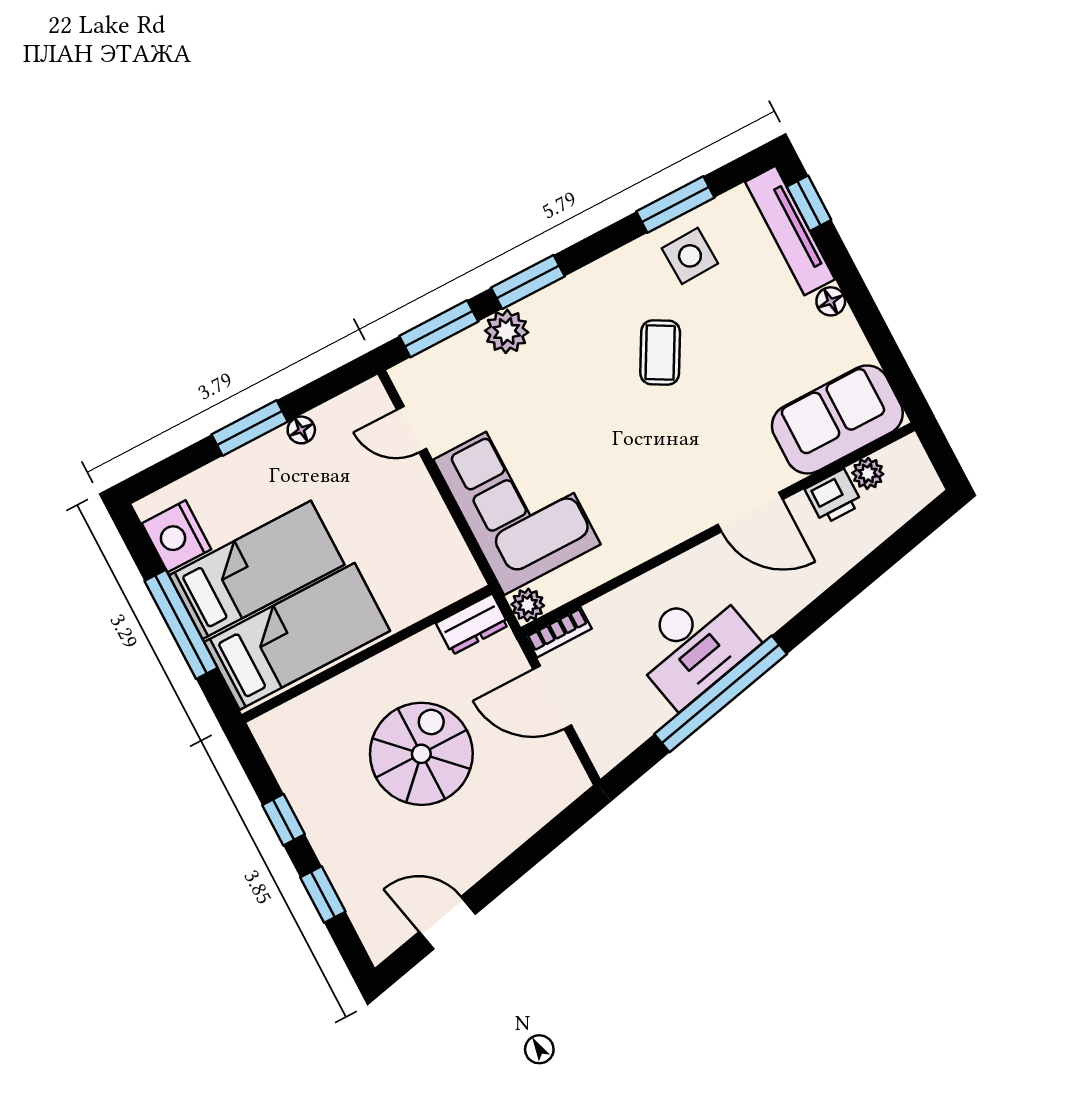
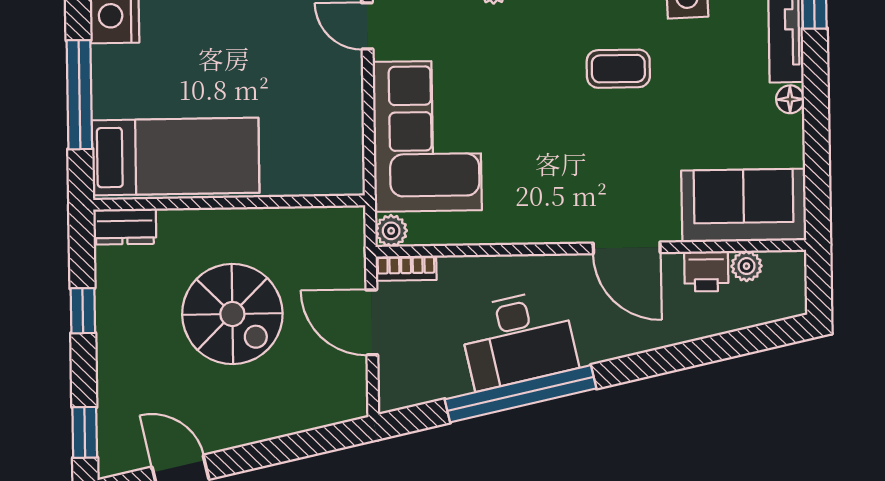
coffee table: (660, 353) -> (618, 69), turned 61
bed: (257, 570) -> (170, 81), removed
dresser: (472, 624) -> (125, 227), moved
spiral stairs: (421, 754) -> (232, 314), turned 90
window: (323, 894) -> (85, 432), moved

